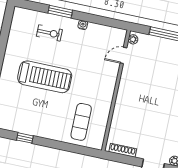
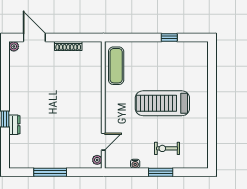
plant: (133, 39) -> (97, 160), moved
door: (123, 55) -> (103, 142), moved
wall: (116, 90) -> (103, 105), moved

